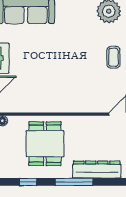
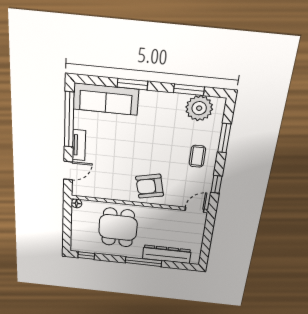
armchair: (72, 93) -> (150, 186), added
window: (28, 182) -> (86, 256), moved

